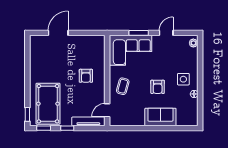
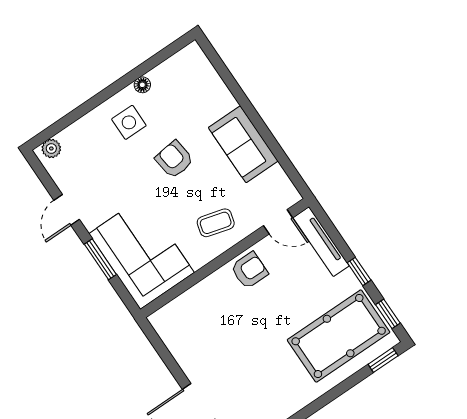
door: (166, 33) -> (67, 210), hinge flipped
armchair: (86, 76) -> (249, 270), moved
armchair: (158, 87) -> (174, 159), turned -97
sofa: (160, 117) -> (243, 144), moved

